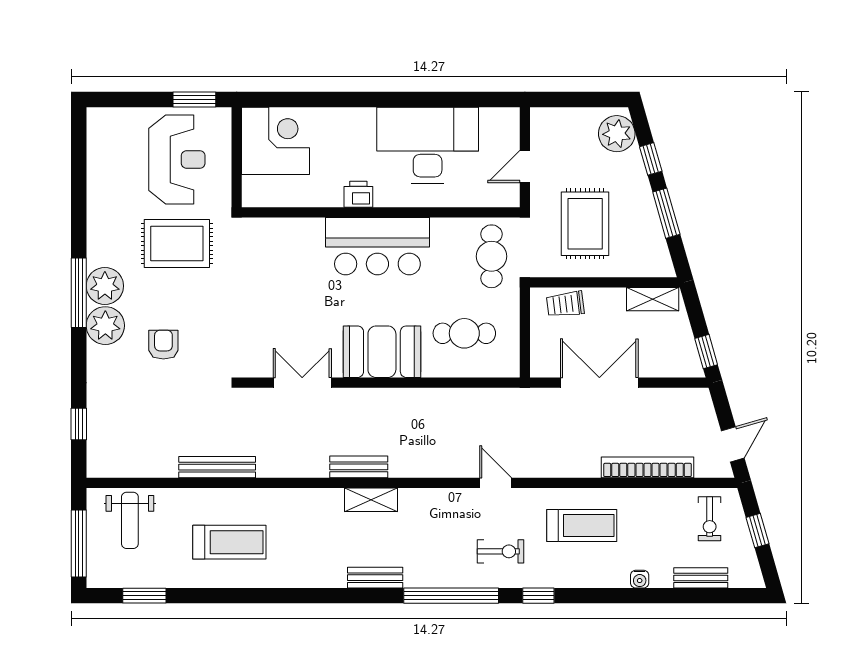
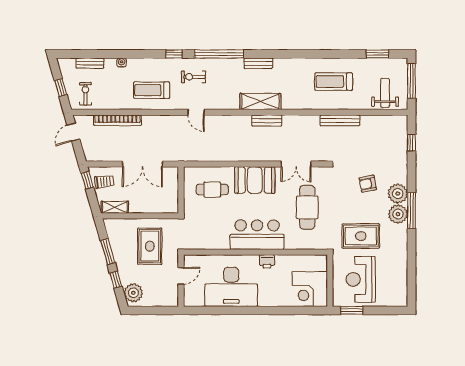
cafe table: (492, 256) -> (307, 207), moved, width x1.37, depth x1.35
trolley: (565, 304) -> (104, 182), moved
armchair: (163, 345) -> (368, 184), turned 79
shelving: (371, 500) -> (260, 101), width x1.50, depth x1.33

